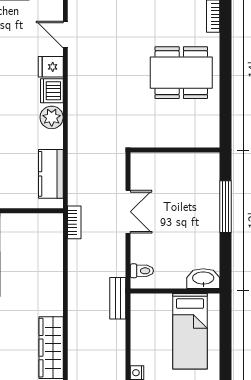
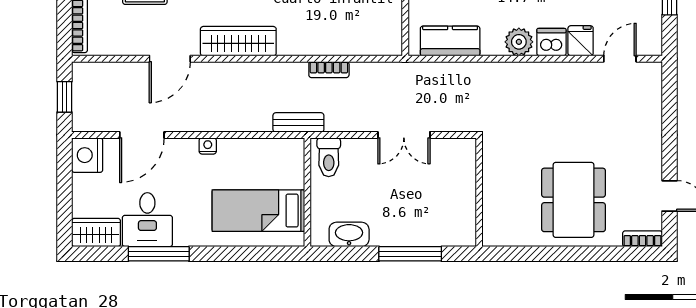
bookcase: (74, 222) -> (329, 70), moved
toilet: (142, 271) -> (329, 157), width x1.37, depth x1.39
washbasin: (203, 279) -> (349, 234), moved, turned -90

